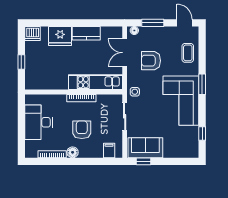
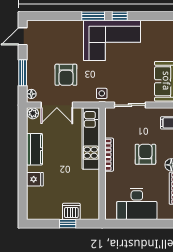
plant: (117, 32) -> (33, 113), added
dishwasher: (33, 34) -> (71, 211), moved, turned -90
fridge: (60, 36) -> (35, 179), width x0.53, depth x0.75
coffee table: (188, 53) -> (57, 33), removed
armchair: (82, 130) -> (145, 154), turned 90
window: (202, 133) -> (120, 16), moved

